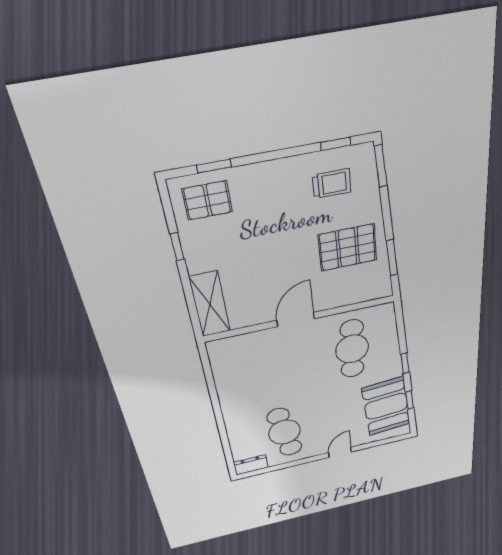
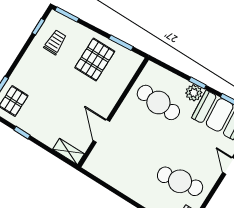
shelving: (210, 304) -> (68, 152), width x0.67, depth x0.75
door: (296, 319) -> (101, 131), moved
plant: (391, 369) -> (194, 93), added

